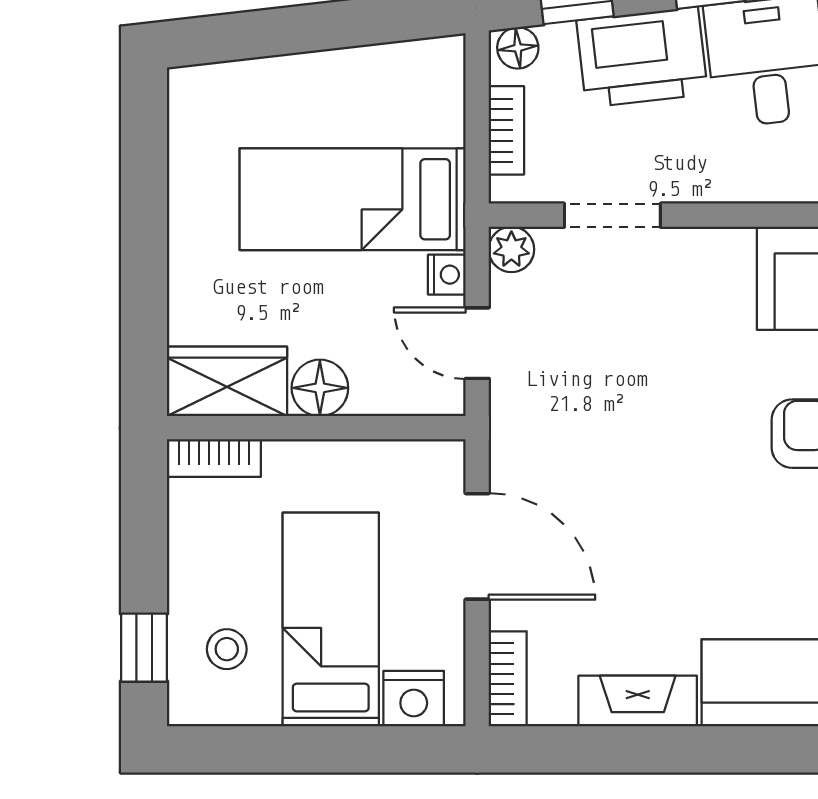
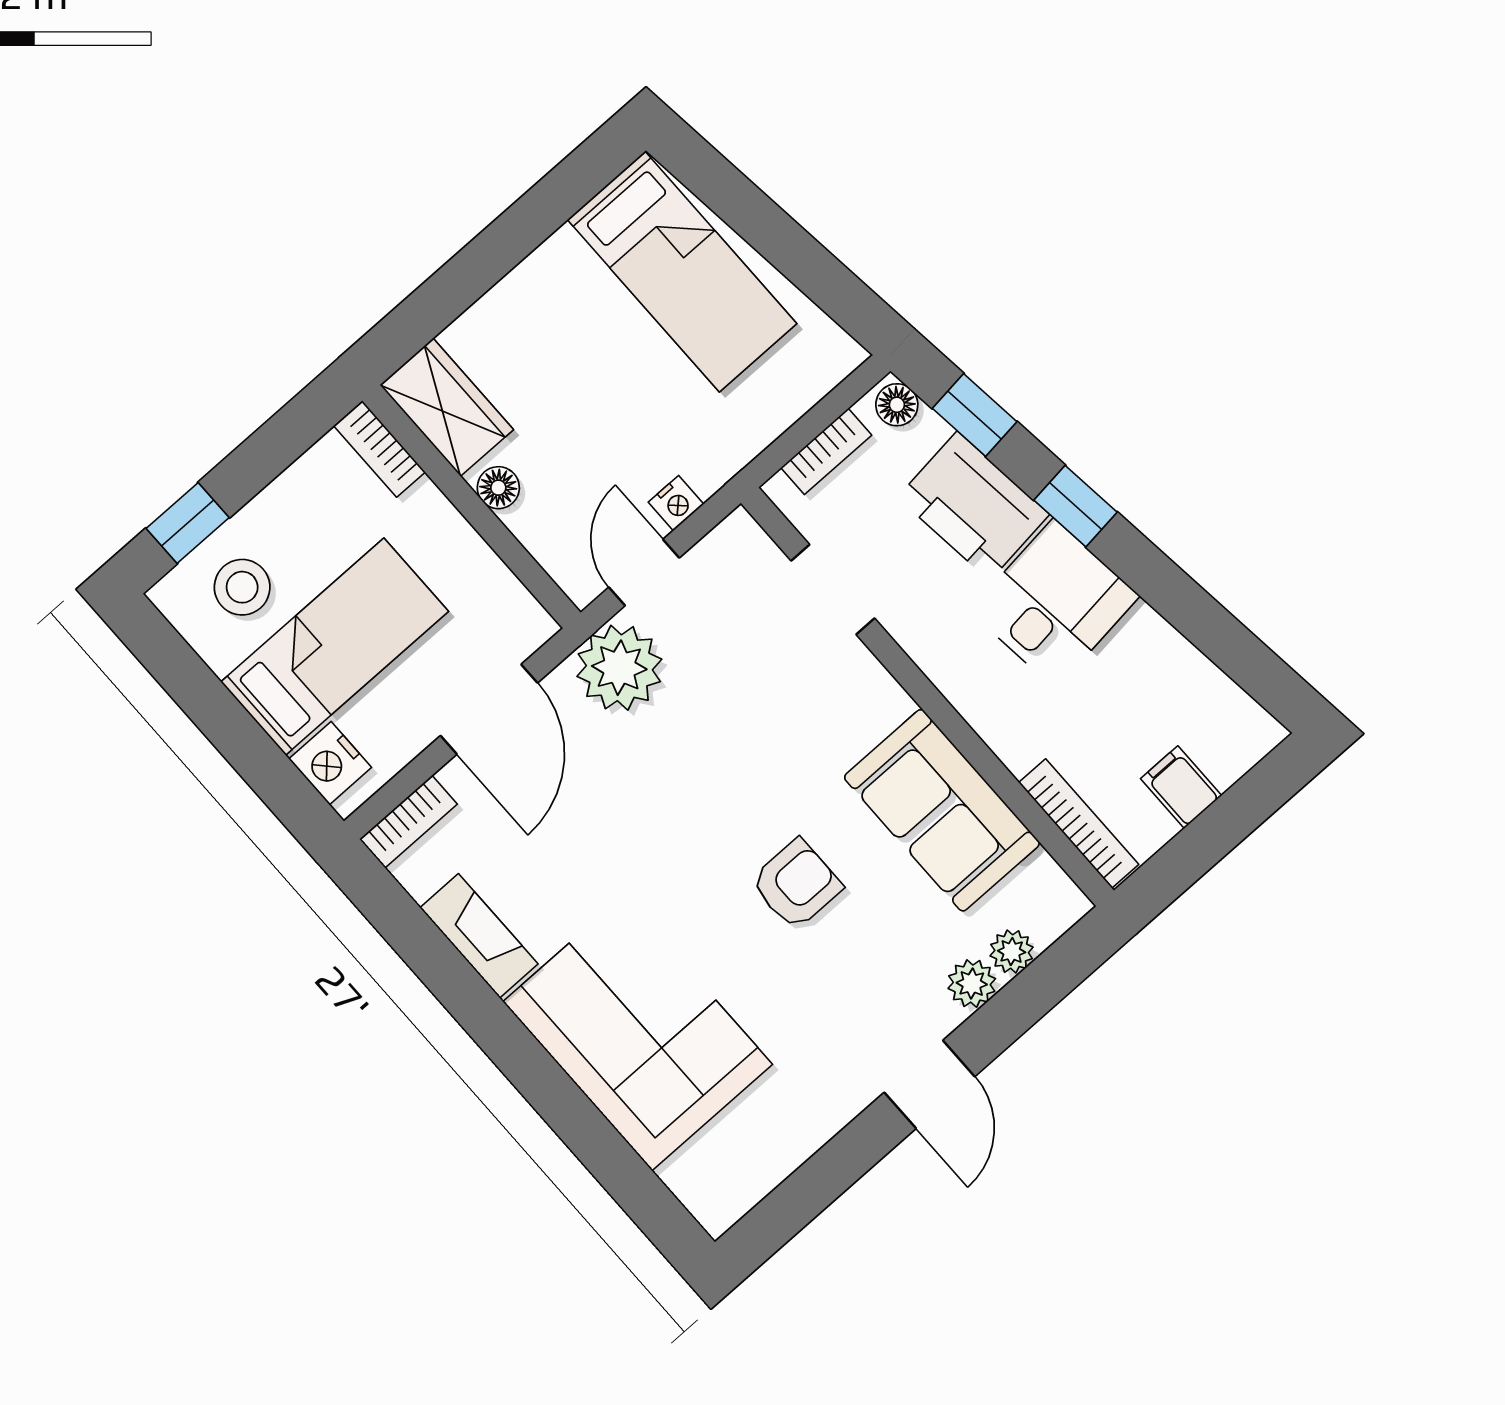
bed: (353, 199) -> (682, 272), moved, turned 180
plant: (511, 249) -> (619, 668), moved, width x1.87, depth x1.87
floor lamp: (320, 388) -> (498, 488), width x0.73, depth x0.73
stool: (227, 649) -> (242, 587), width x1.37, depth x1.37

